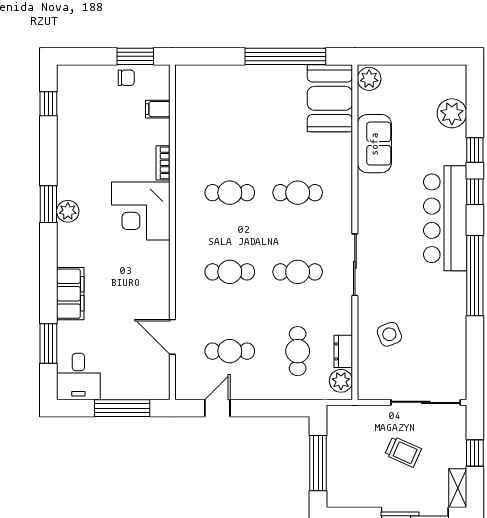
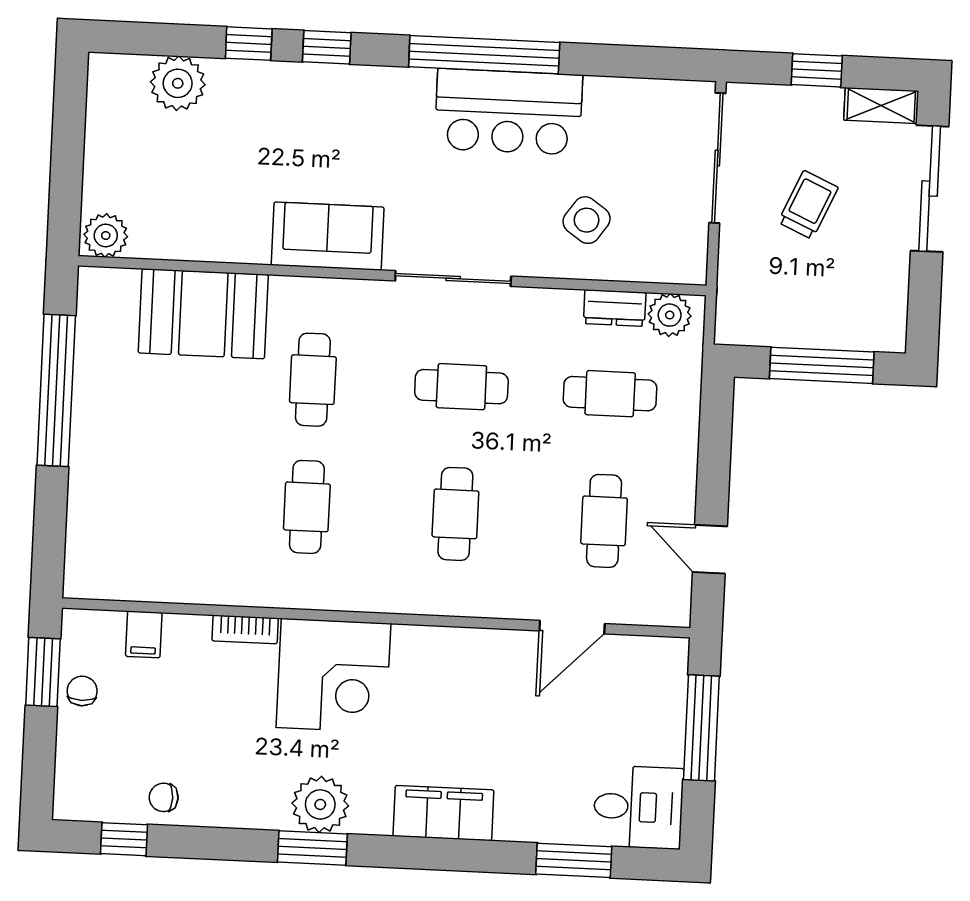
booth: (330, 98) -> (203, 314), moved
chair: (72, 124) -> (164, 797), added
sofa: (374, 144) -> (328, 236), moved
plant: (68, 211) -> (320, 804), width x1.36, depth x1.36
bar counter: (445, 218) -> (508, 112), moved, width x0.73
cafe table: (298, 272) -> (461, 387), turned 90
filing cabinet: (70, 294) -> (443, 813), moved
side table: (389, 334) -> (587, 220), turned -33

